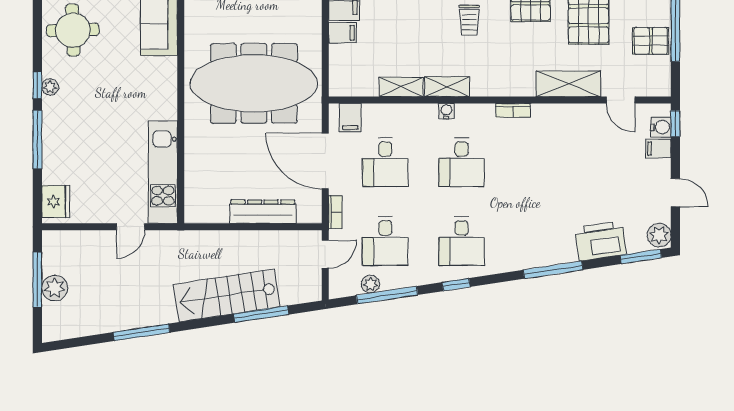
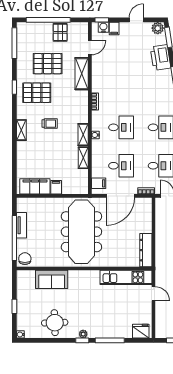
dresser: (263, 212) -> (146, 250), moved

